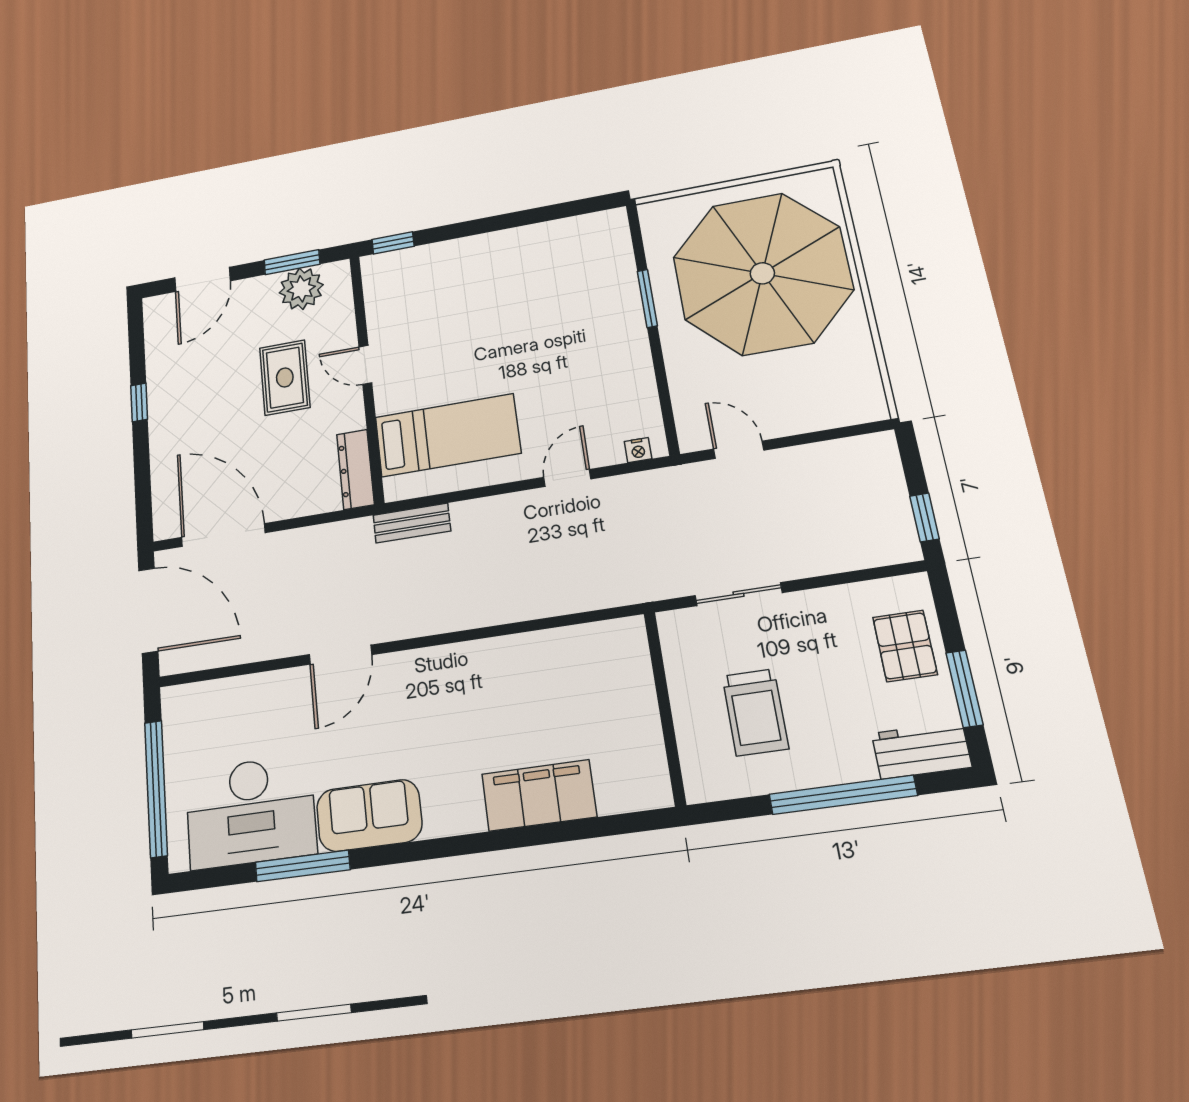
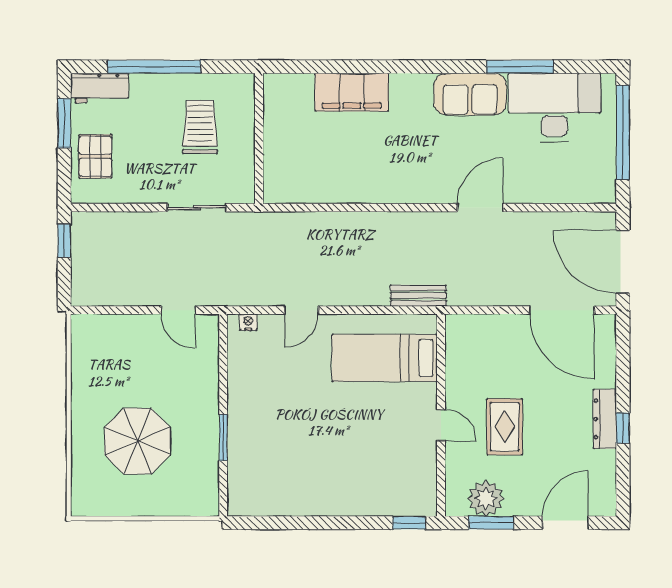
parasol: (762, 273) -> (137, 441), width x0.54, depth x0.54
dresser: (355, 469) -> (605, 419), moved, turned 180

